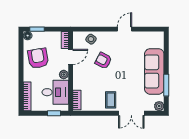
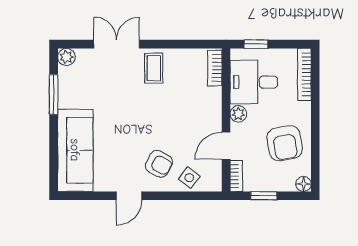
window: (37, 29) -> (264, 196), moved
armchair: (103, 61) -> (159, 164), moved
sofa: (154, 71) -> (75, 150), moved

